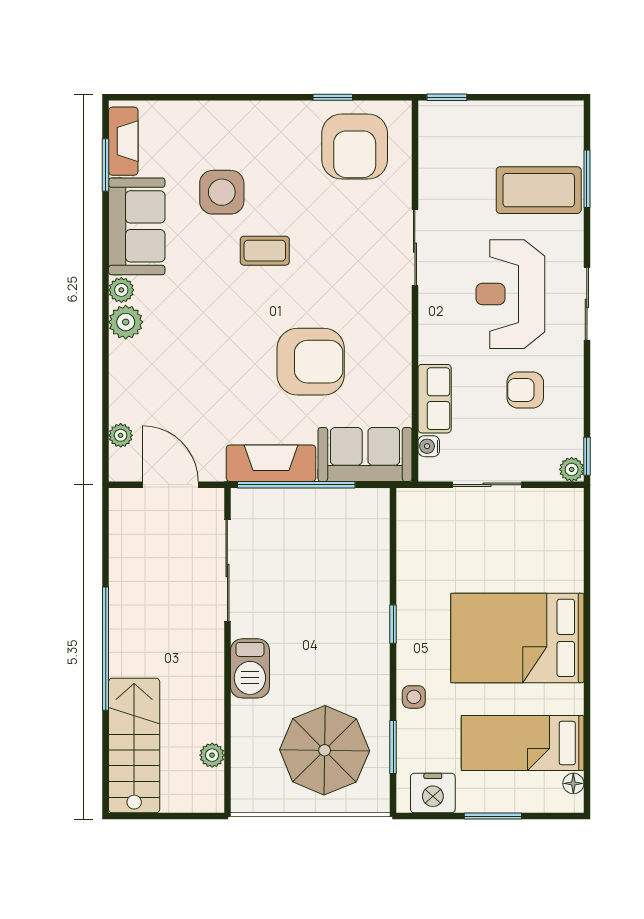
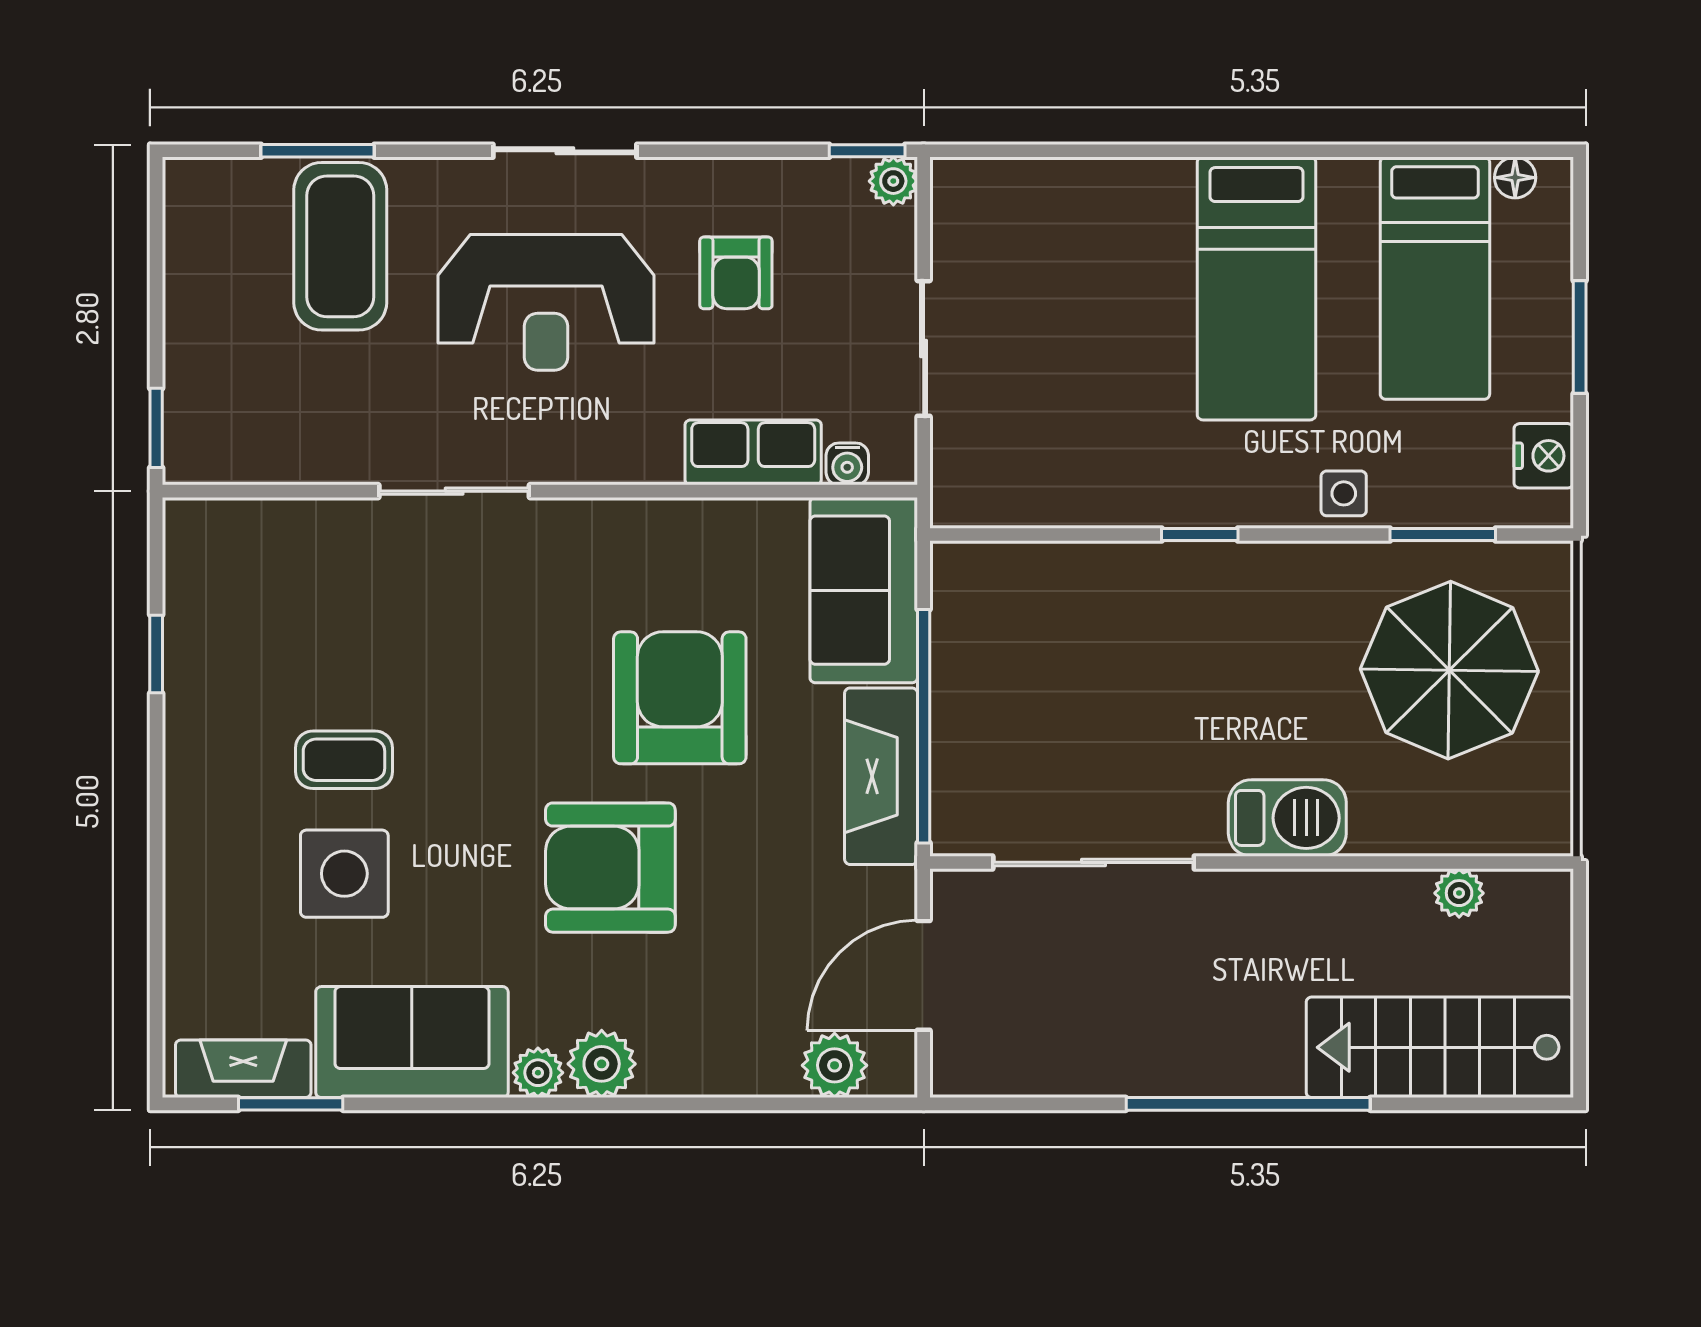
armchair: (355, 146) -> (610, 868), moved, turned 180
coffee table: (265, 251) -> (344, 760), moved, turned 90
plant: (121, 435) -> (835, 1065), width x1.38, depth x1.38
bed: (517, 638) -> (1257, 288), width x0.67
nightstand: (433, 793) -> (1544, 456), width x0.74, depth x0.75

